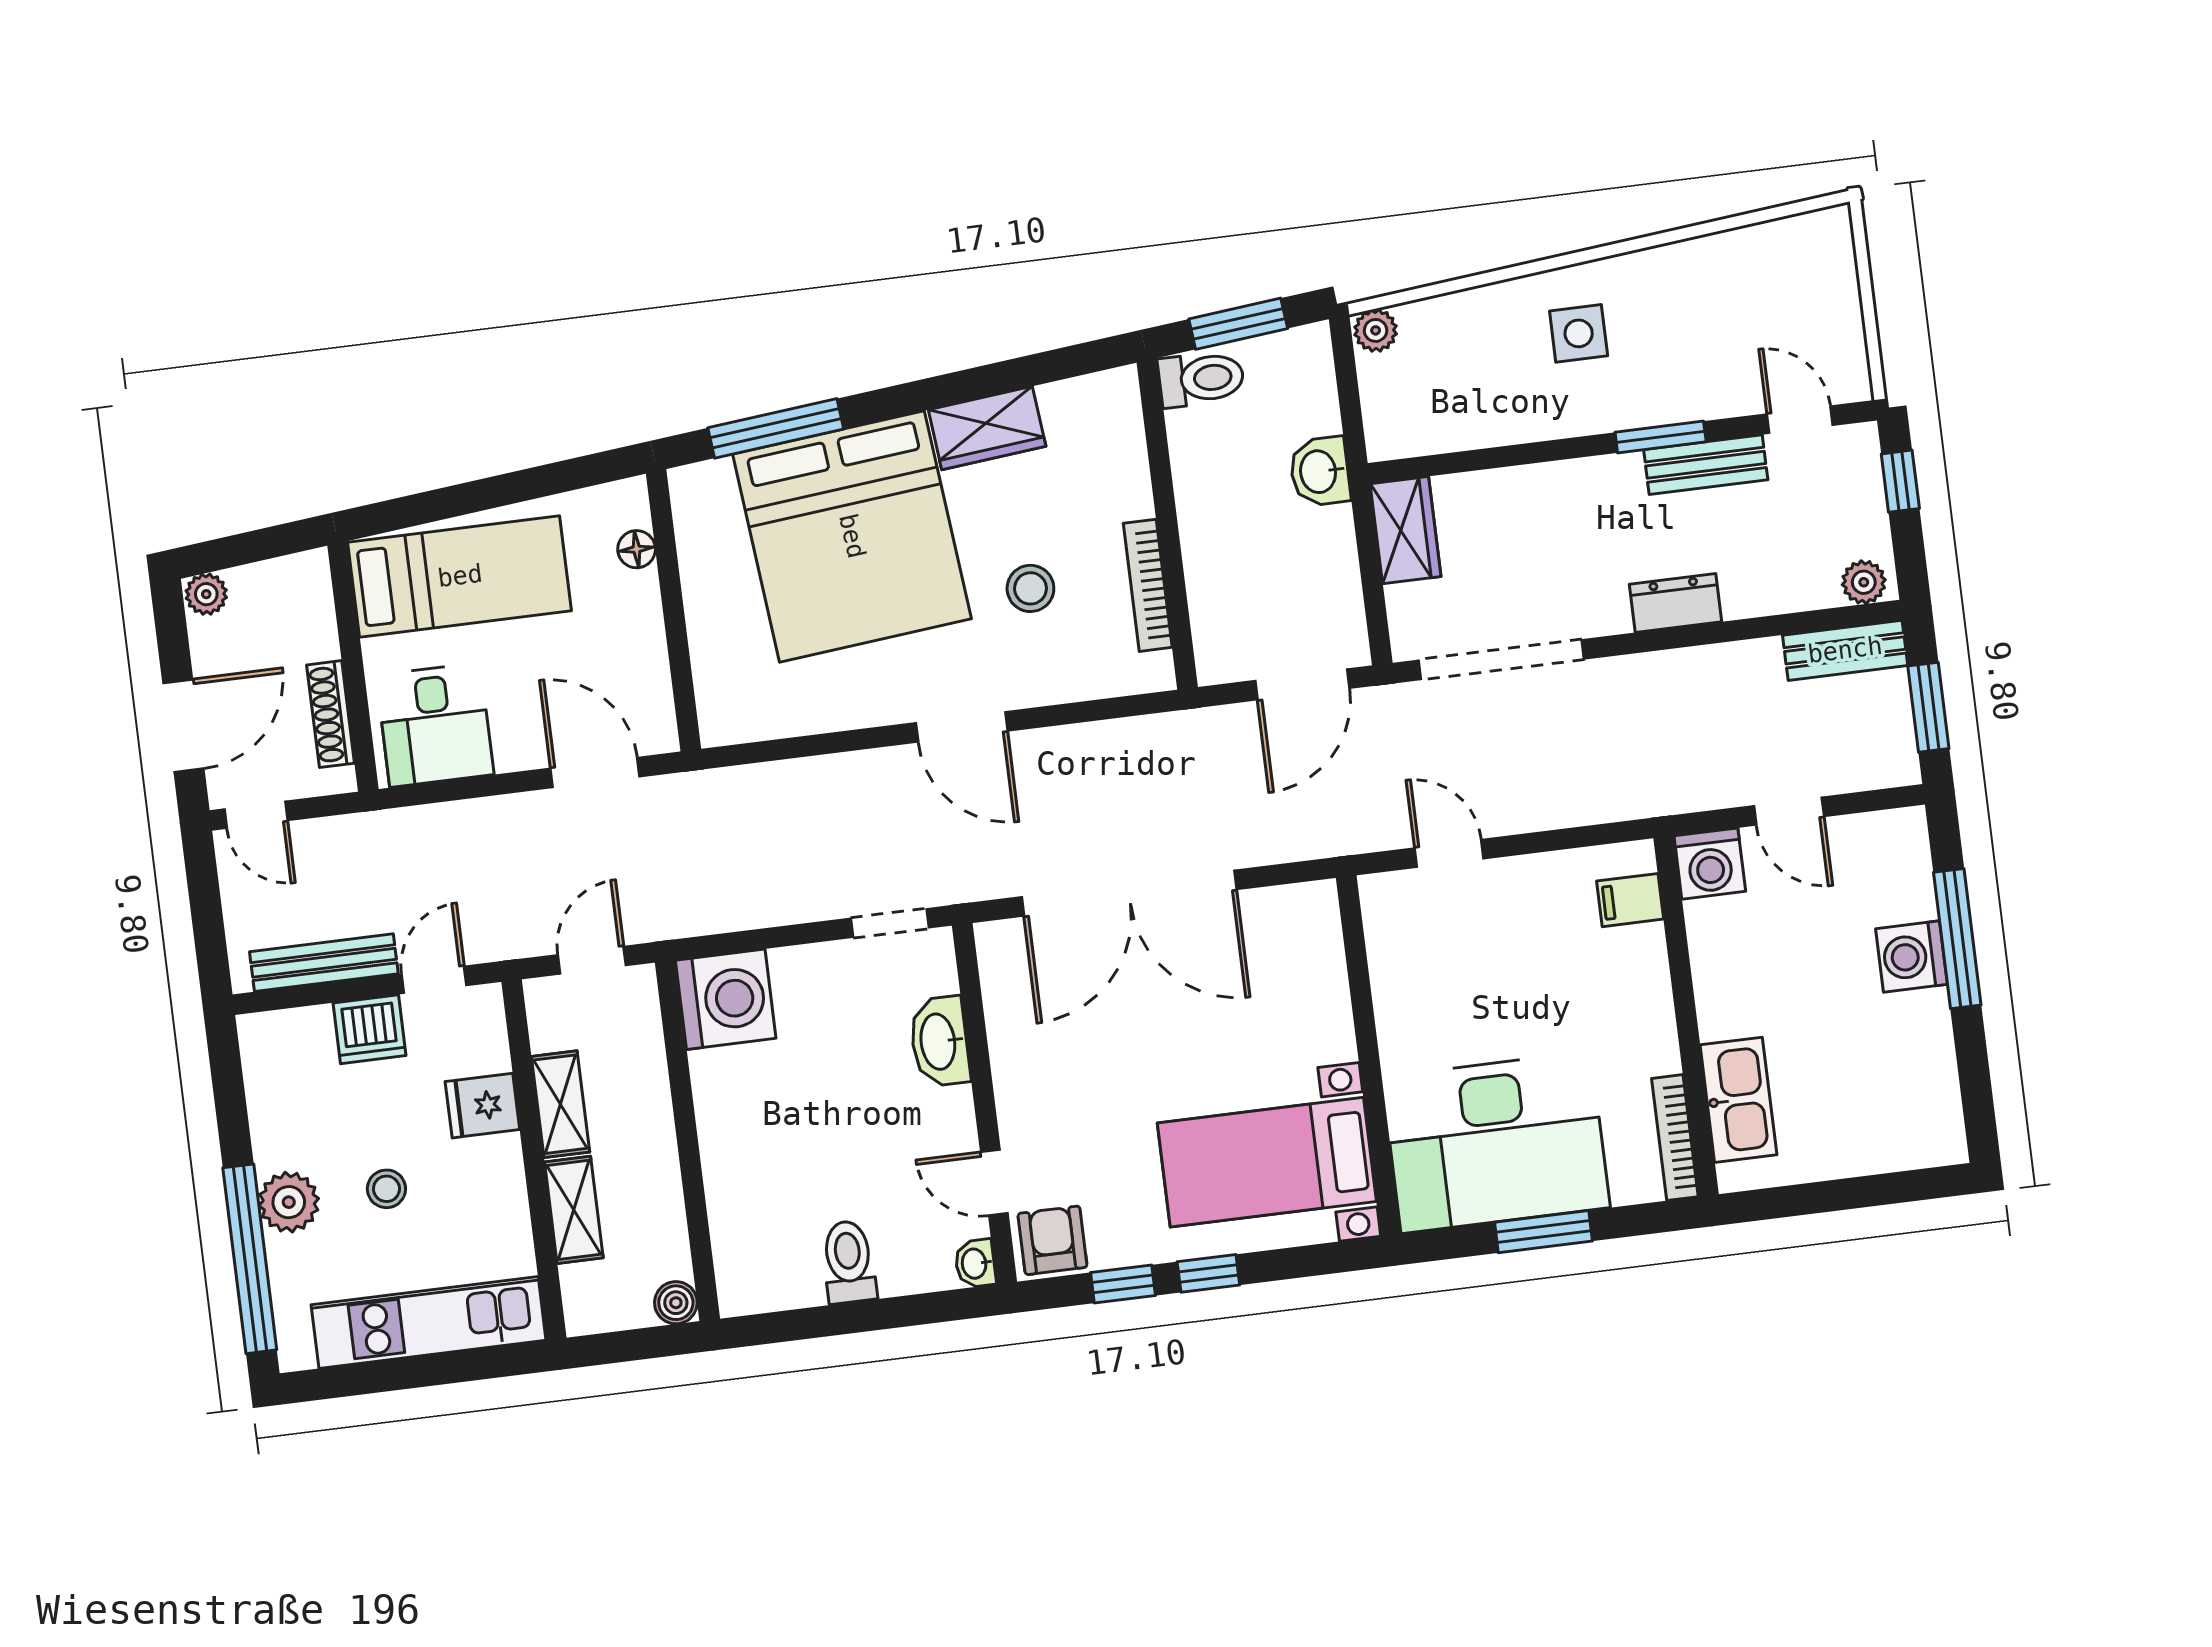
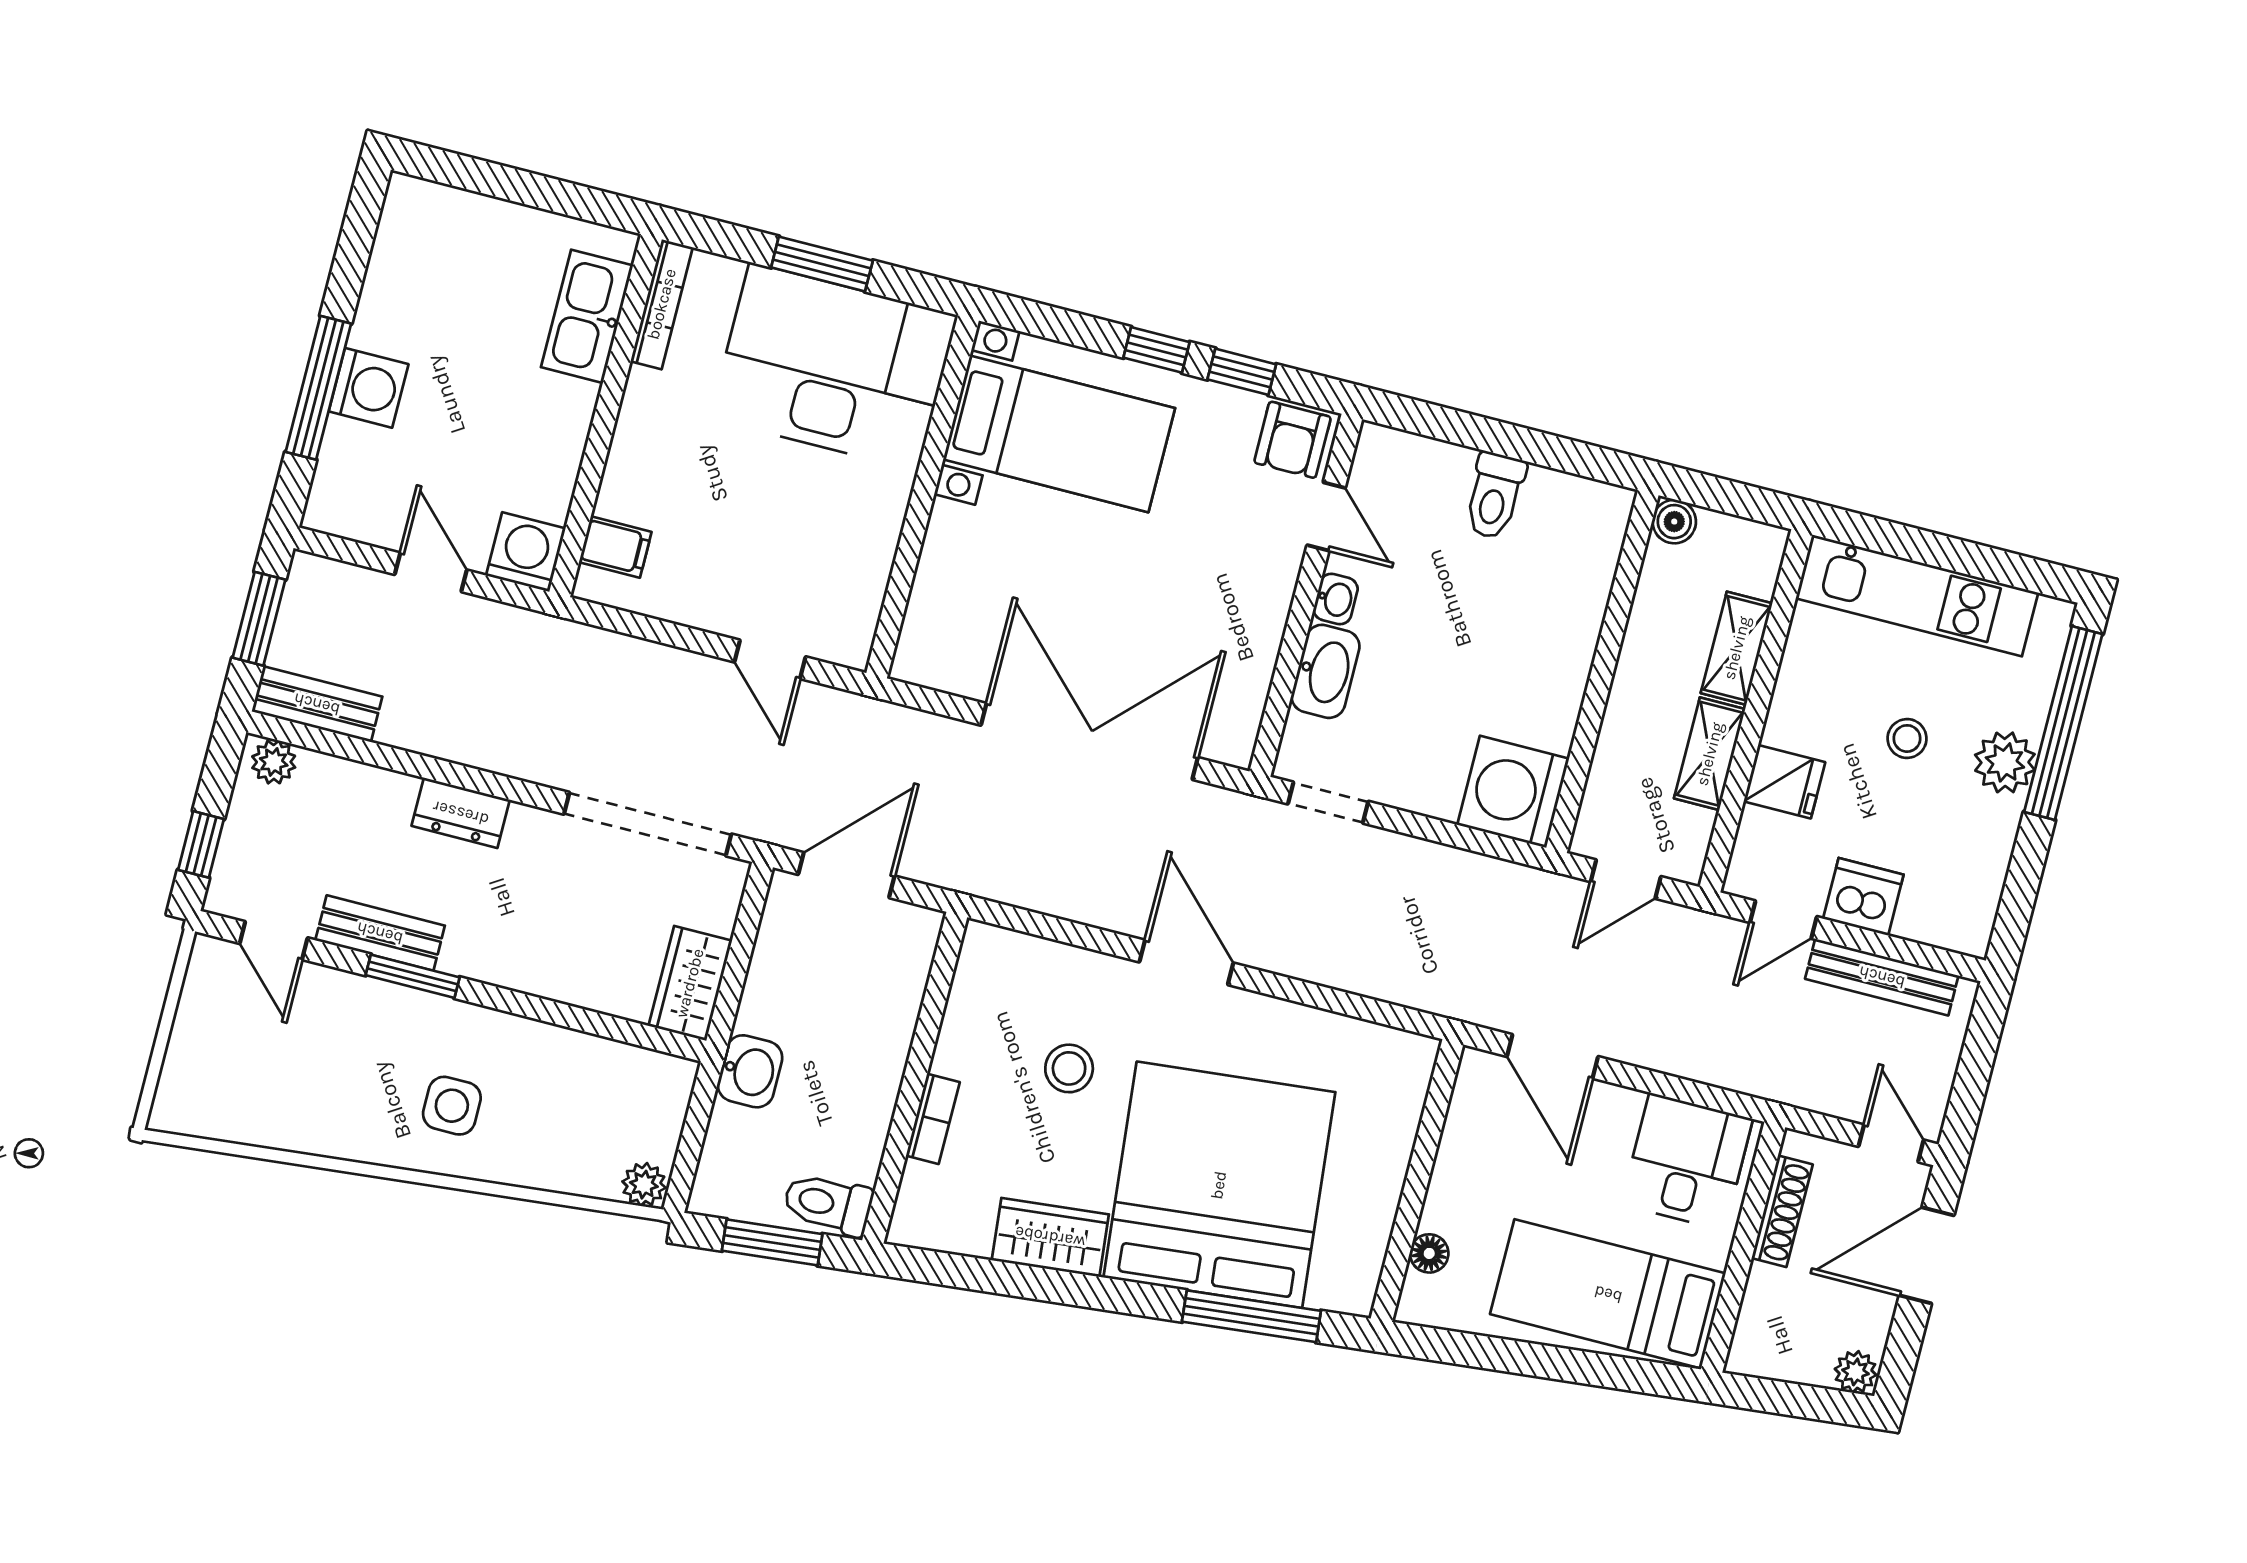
bookcase: (1148, 585) -> (933, 1119), moved, width x0.64
washbasin: (975, 1263) -> (1336, 599), moved

